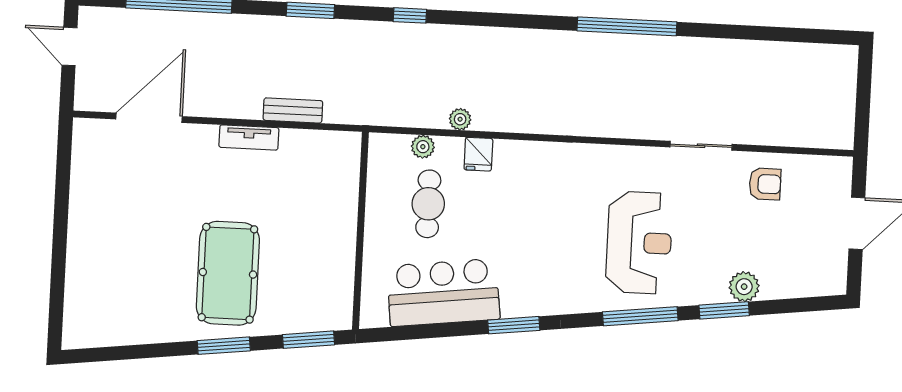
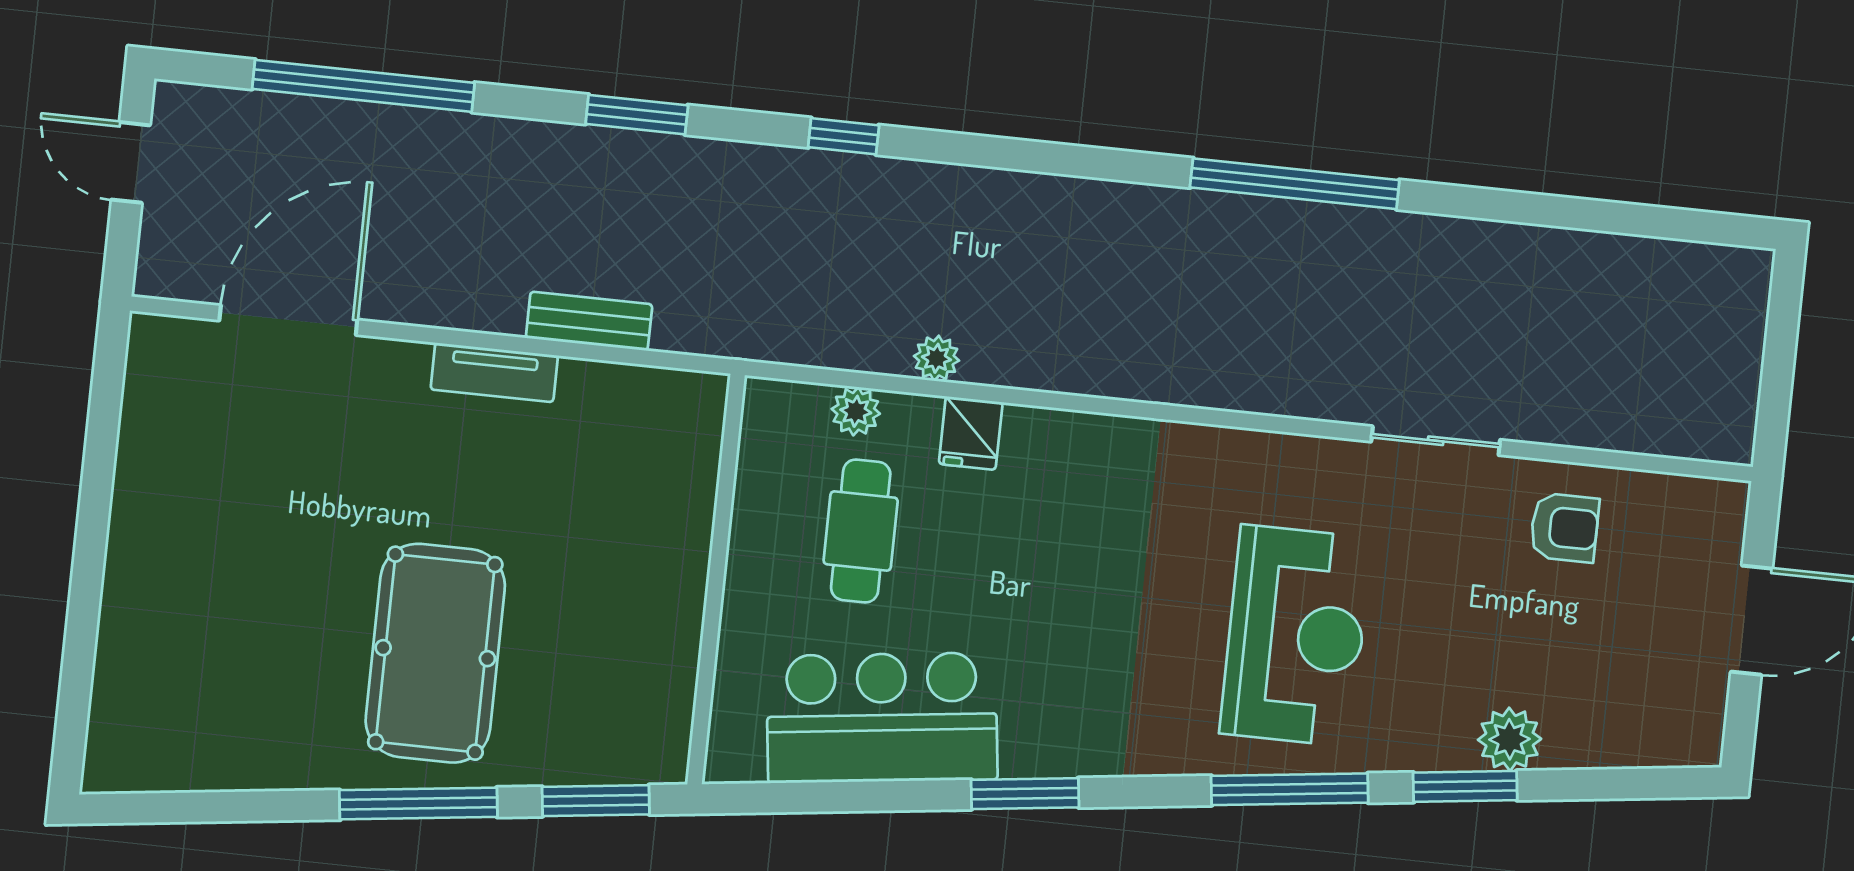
window: (224, 346) -> (418, 804), width x1.44

